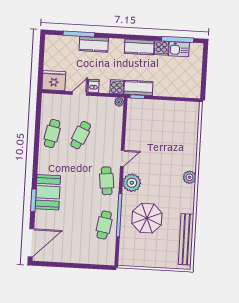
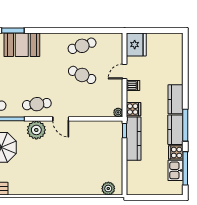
window: (79, 34) -> (185, 125), moved
kitchen counter: (94, 44) -> (176, 99), moved
kitchen counter: (138, 88) -> (134, 139), width x1.50
door: (80, 93) -> (125, 71), swing flipped
cafe table: (52, 134) -> (82, 46), turned -30
plant: (189, 177) -> (108, 189), moved

